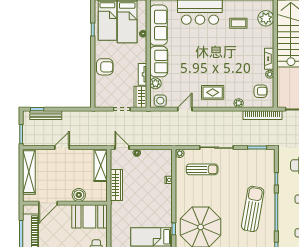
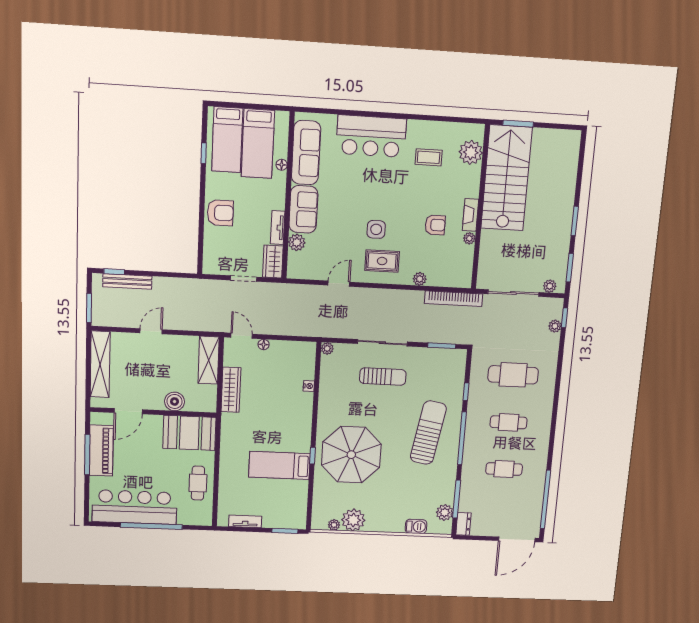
armchair: (261, 91) -> (435, 225), moved
side table: (160, 101) -> (376, 229), moved
sun lounger: (202, 169) -> (383, 377), moved

